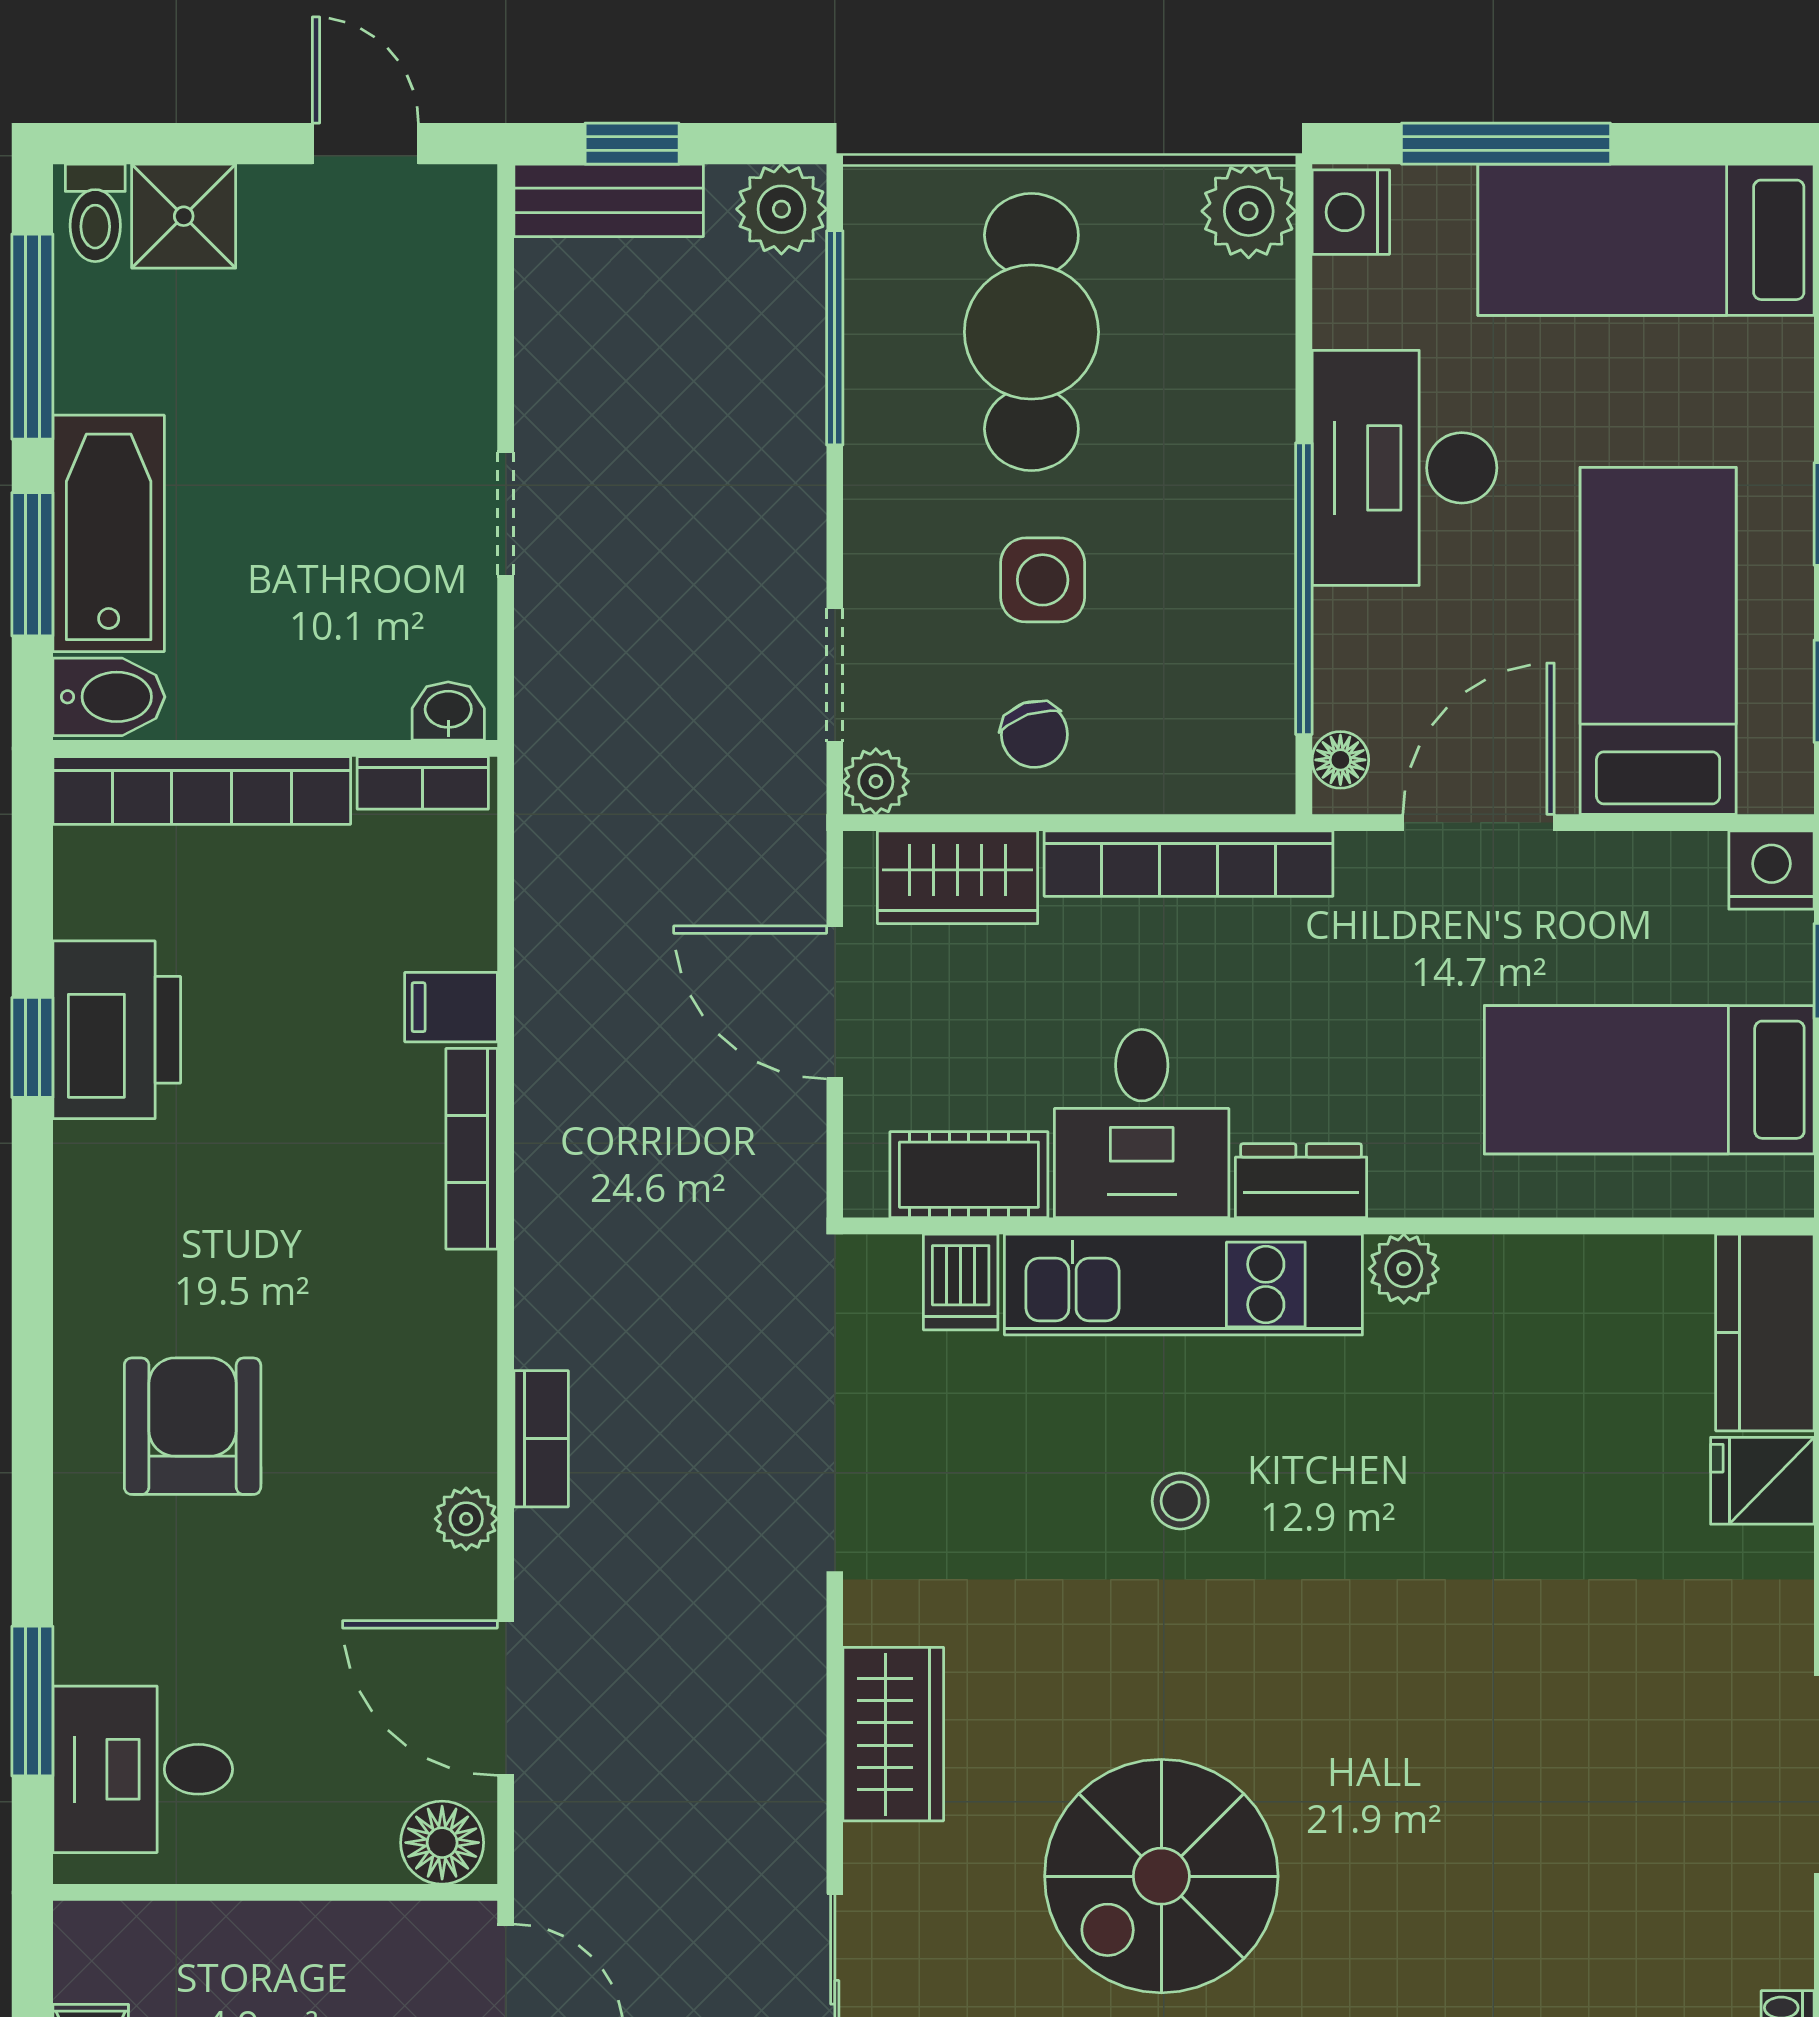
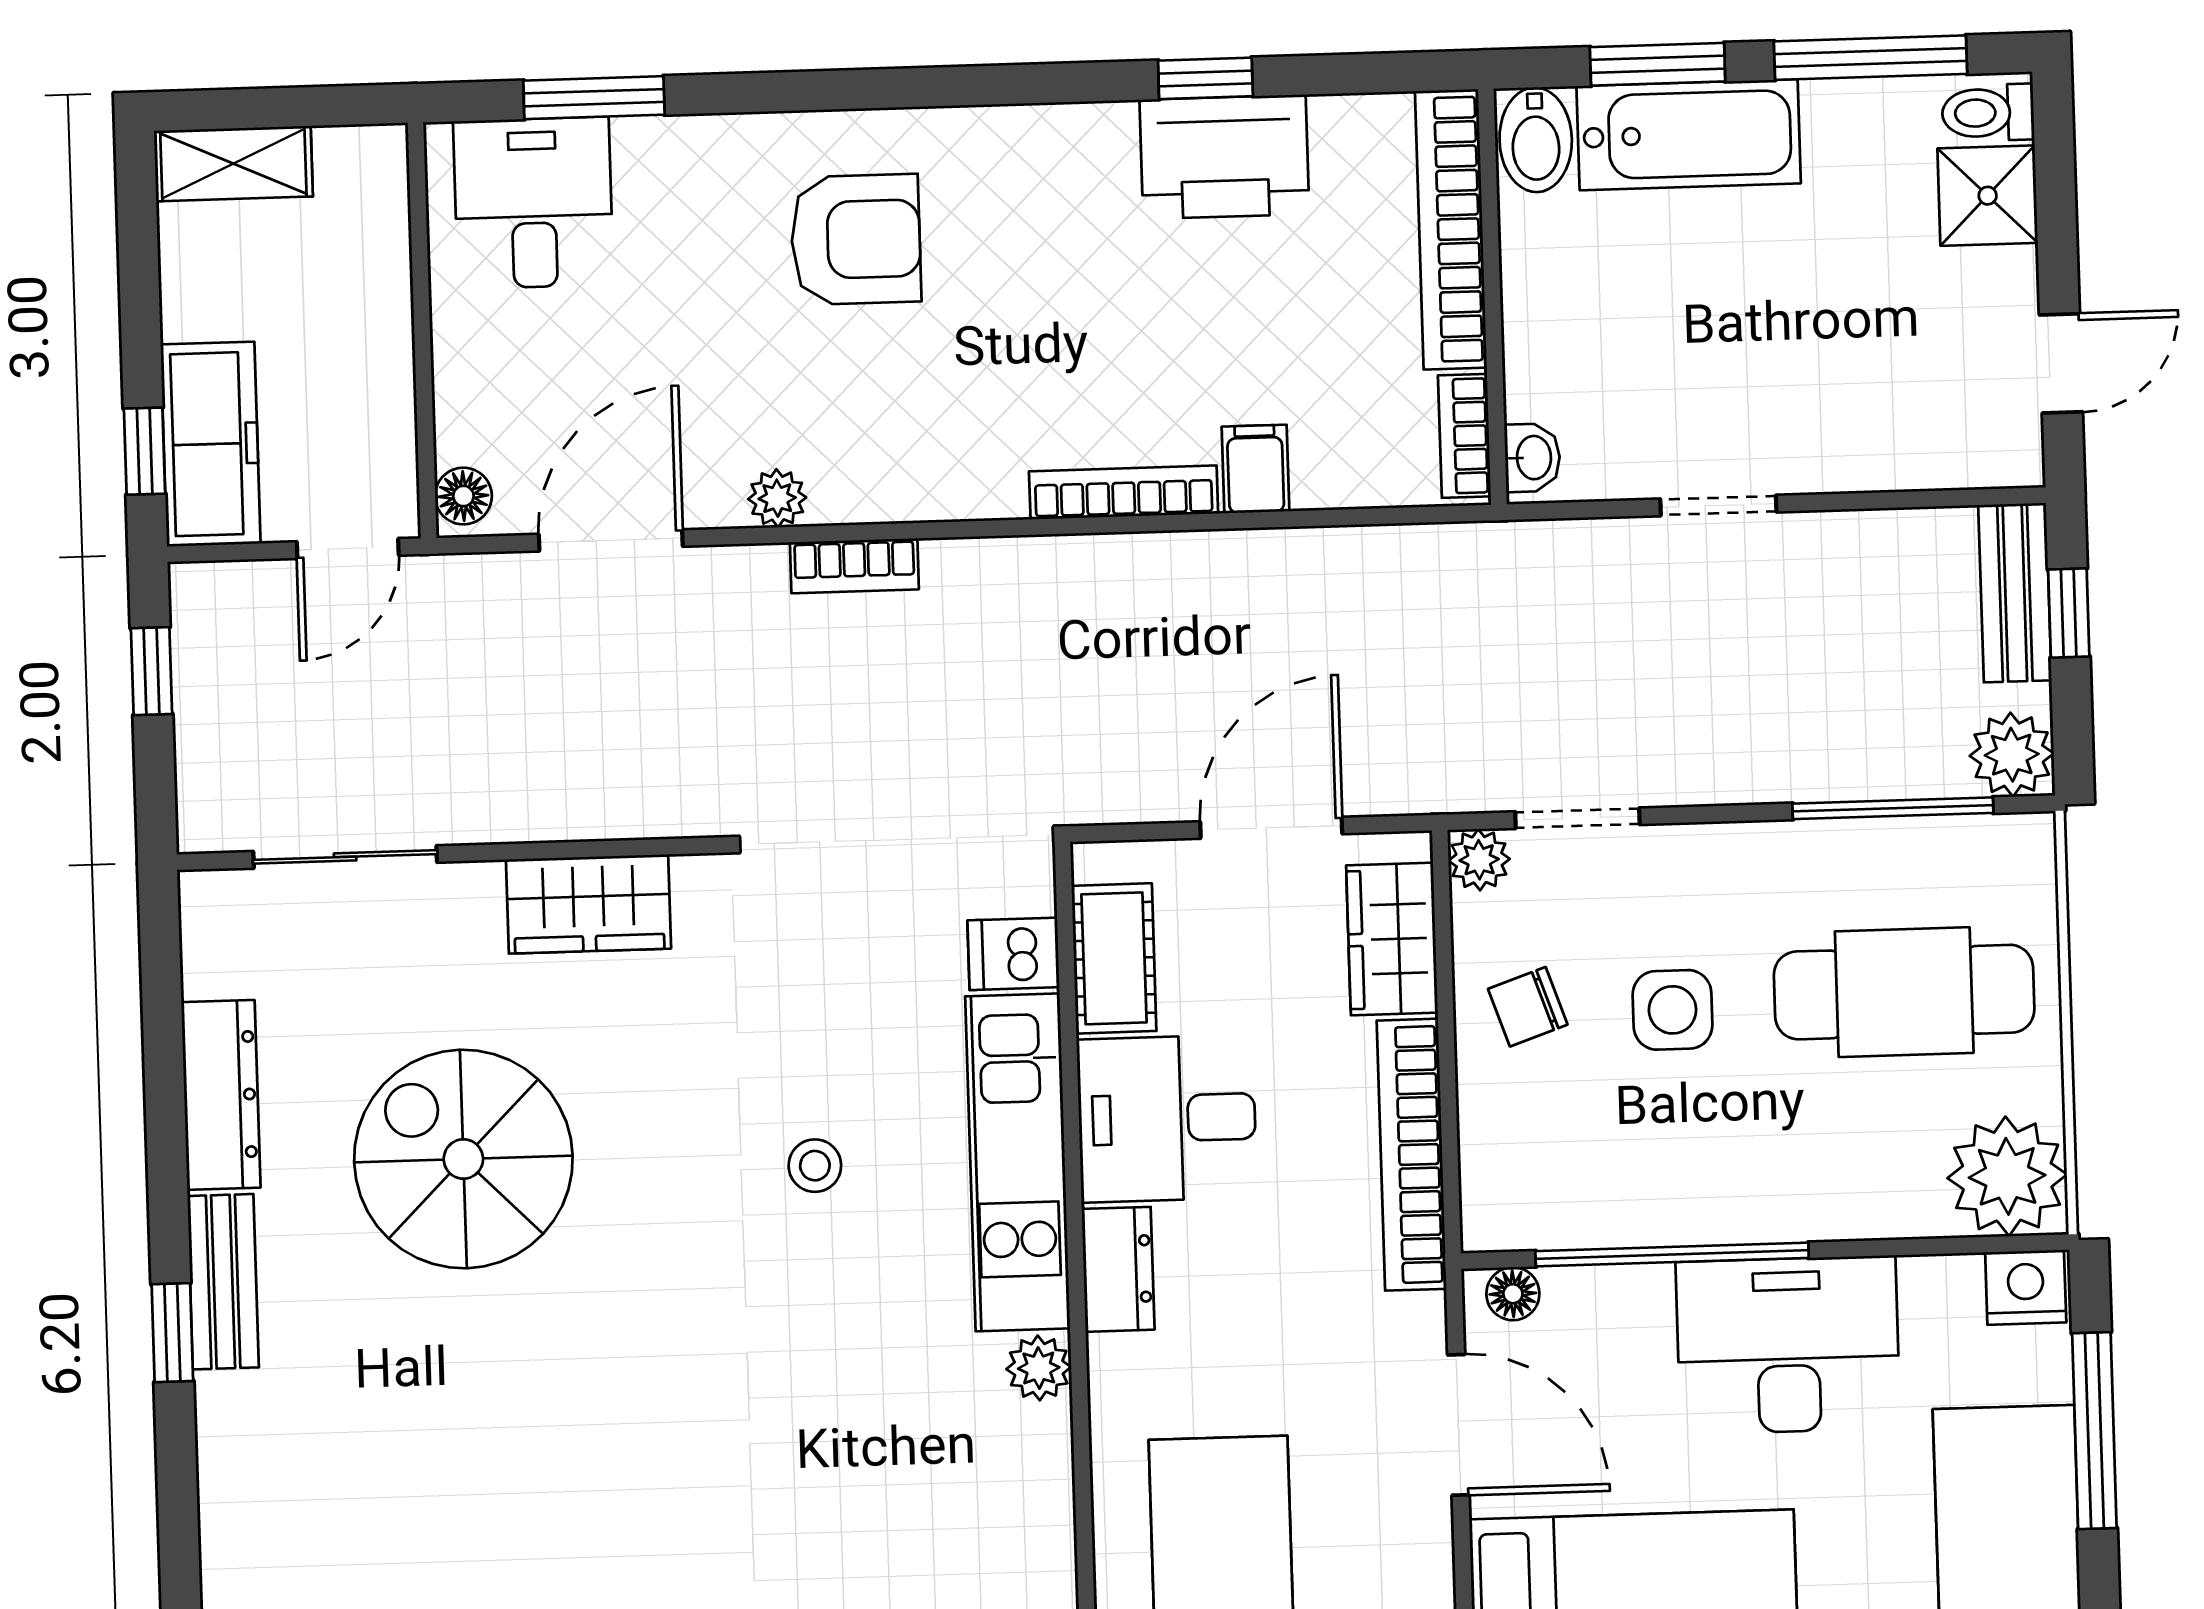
plant: (1249, 211) -> (2007, 1176), width x1.36, depth x1.36
floor lamp: (442, 1843) -> (463, 496), width x0.73, depth x0.73

